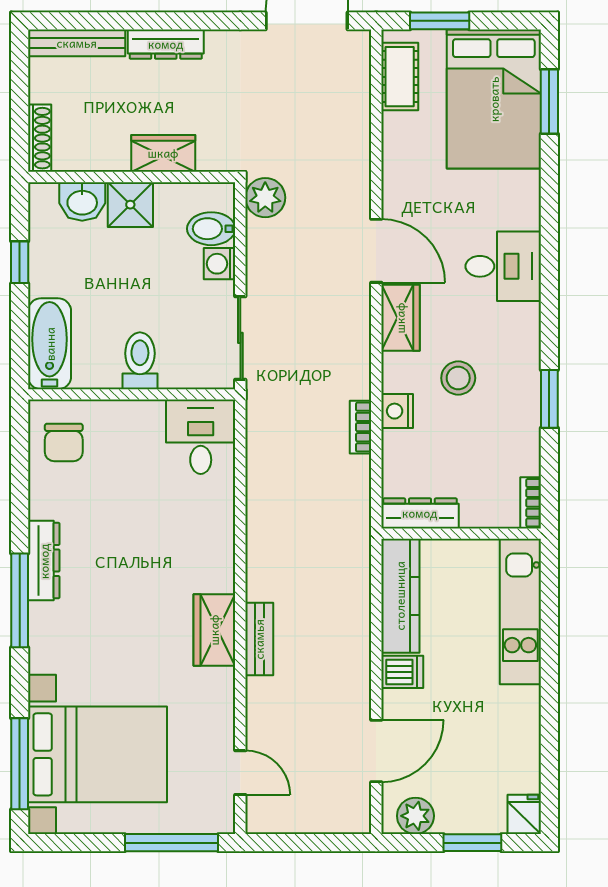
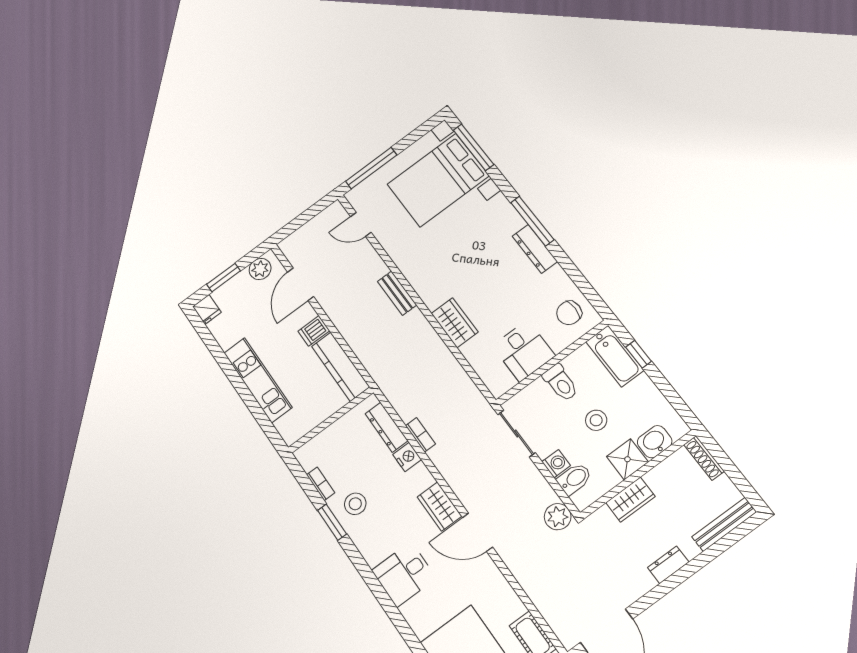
dresser: (166, 44) -> (668, 565), width x0.70
window: (20, 262) -> (639, 354), moved
stool: (132, 281) -> (596, 420), added
stool: (458, 378) -> (355, 504), moved
desk: (201, 437) -> (524, 351), moved
chair: (64, 442) -> (569, 313), turned -90
bookcase: (531, 503) -> (321, 484), moved
dresser: (420, 513) -> (386, 427), moved, turned 90
kitchen unit: (520, 612) -> (258, 380), moved
wardrobe: (214, 630) -> (455, 323), moved

